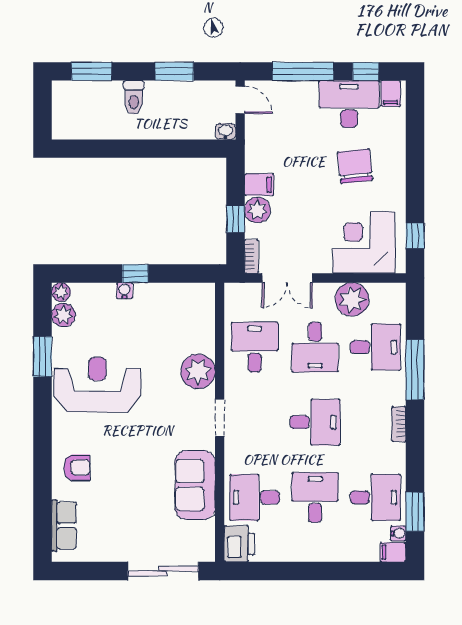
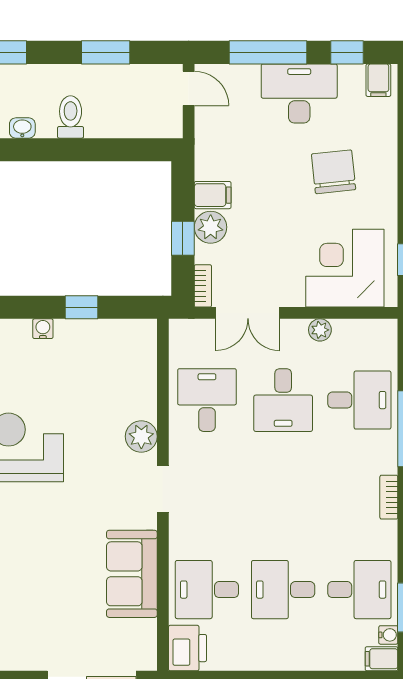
toilet: (134, 97) -> (71, 117), moved, turned 180
desk: (349, 104) -> (299, 94), moved
washbasin: (225, 131) -> (22, 128), moved
window: (135, 273) -> (81, 307), moved
plant: (352, 299) -> (320, 330), width x0.53, depth x0.53
plant: (198, 371) -> (141, 436), width x0.73, depth x0.73
desk: (315, 422) -> (283, 495), removed
desk: (315, 497) -> (283, 590), turned -90

